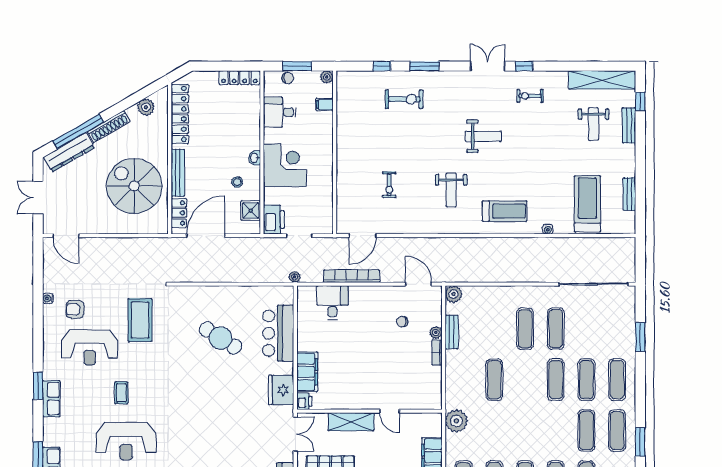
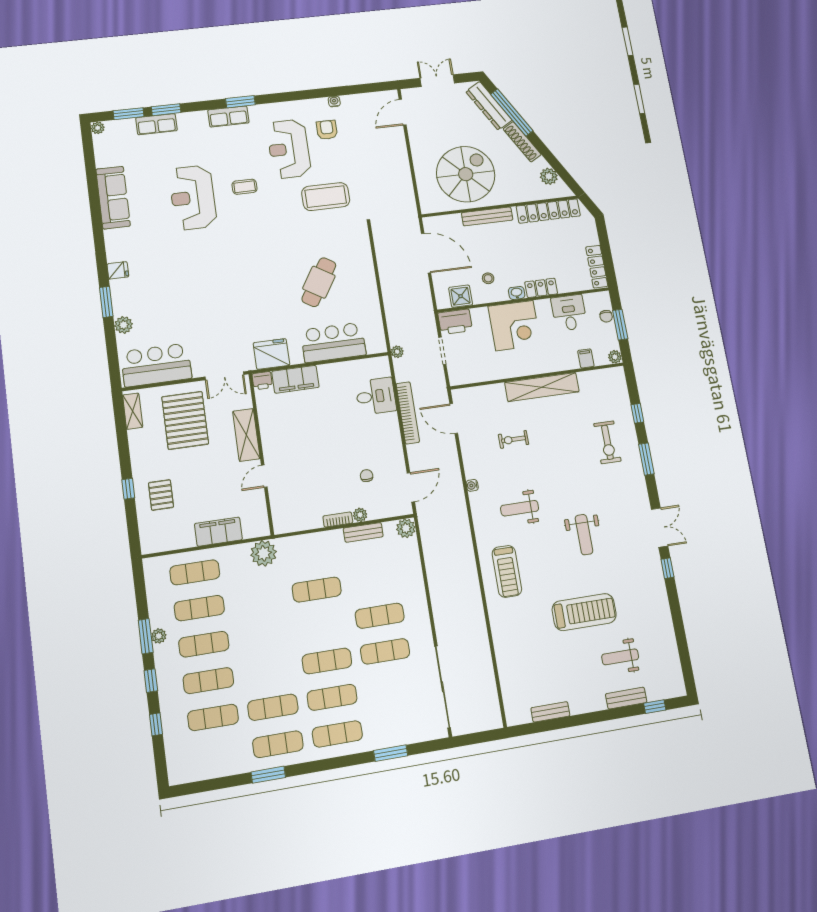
shelving: (602, 80) -> (542, 387), moved, turned 90
exercise bike: (530, 96) -> (637, 580), removed
treadmill: (587, 204) -> (584, 612), moved
locker: (179, 213) -> (541, 288), moved, turned 180
water cooler: (548, 229) -> (472, 485), moved

